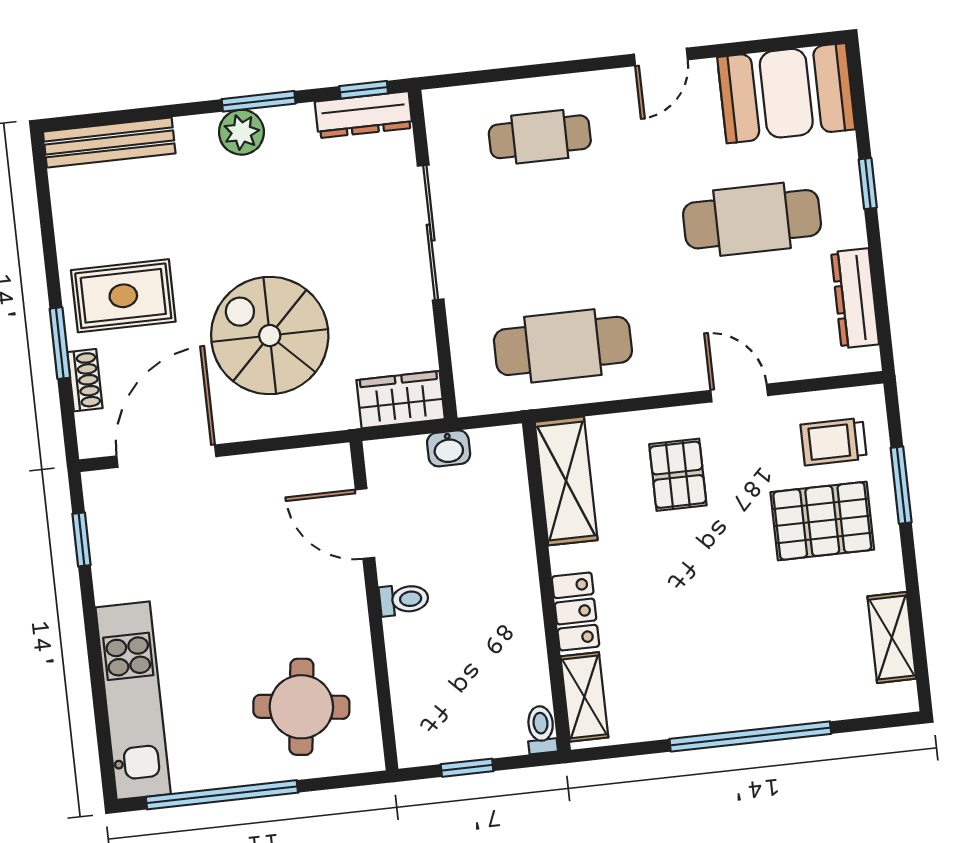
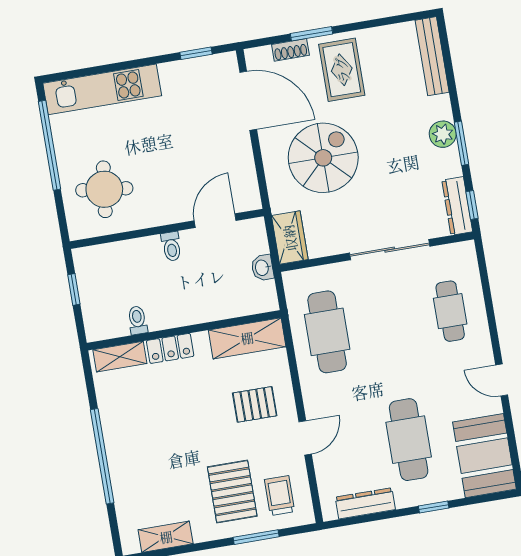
toilet: (541, 730) -> (137, 320), moved, turned -90

